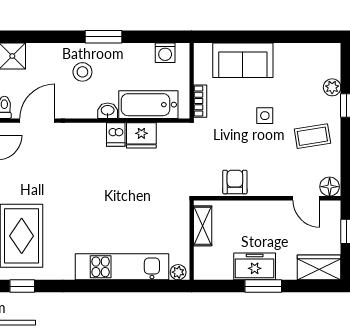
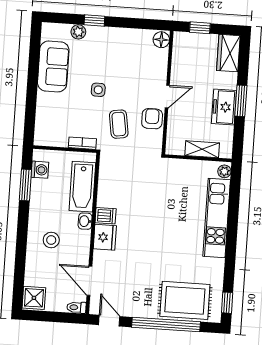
window: (103, 37) -> (25, 185), moved
sofa: (243, 60) -> (53, 66), moved
fridge: (141, 135) -> (105, 237), moved
coffee table: (312, 136) -> (119, 124), moved
armchair: (235, 182) -> (152, 119), turned 90
door: (306, 198) -> (167, 97), moved
shelving: (203, 226) -> (202, 149), moved

